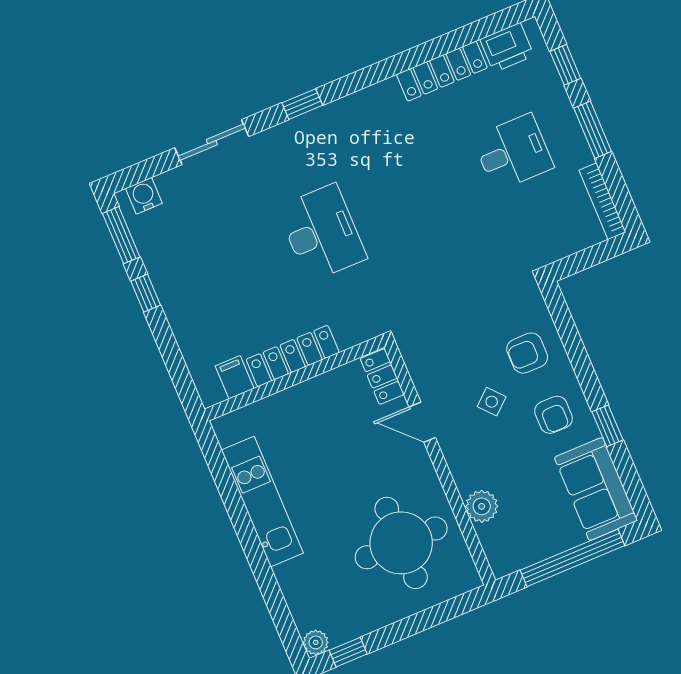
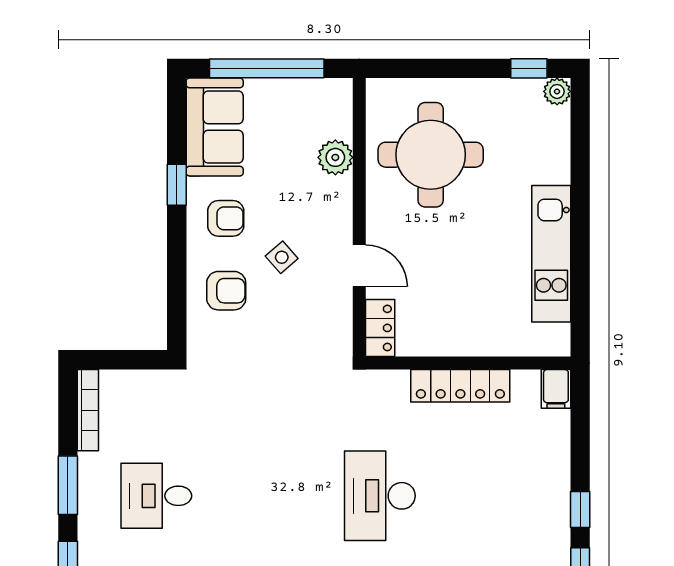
filing cabinet: (235, 377) -> (556, 389), moved
armchair: (554, 415) -> (226, 218), turned 90

